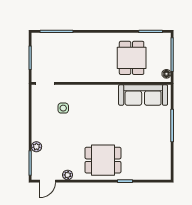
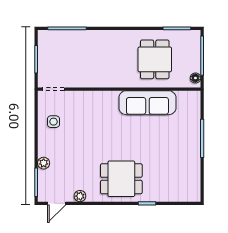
sofa: (143, 95) -> (147, 103), moved
side table: (63, 108) -> (53, 122), moved

